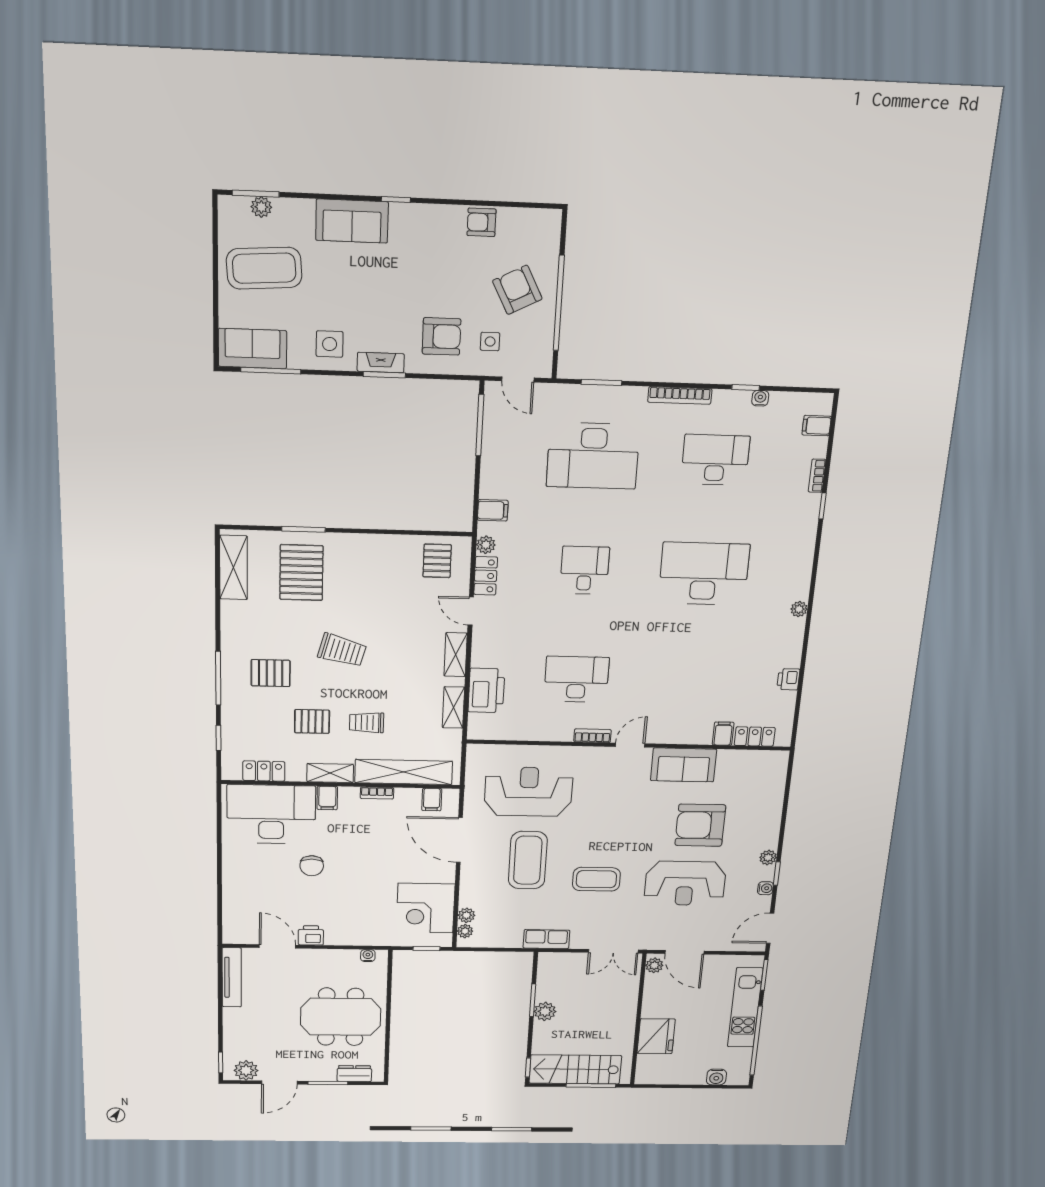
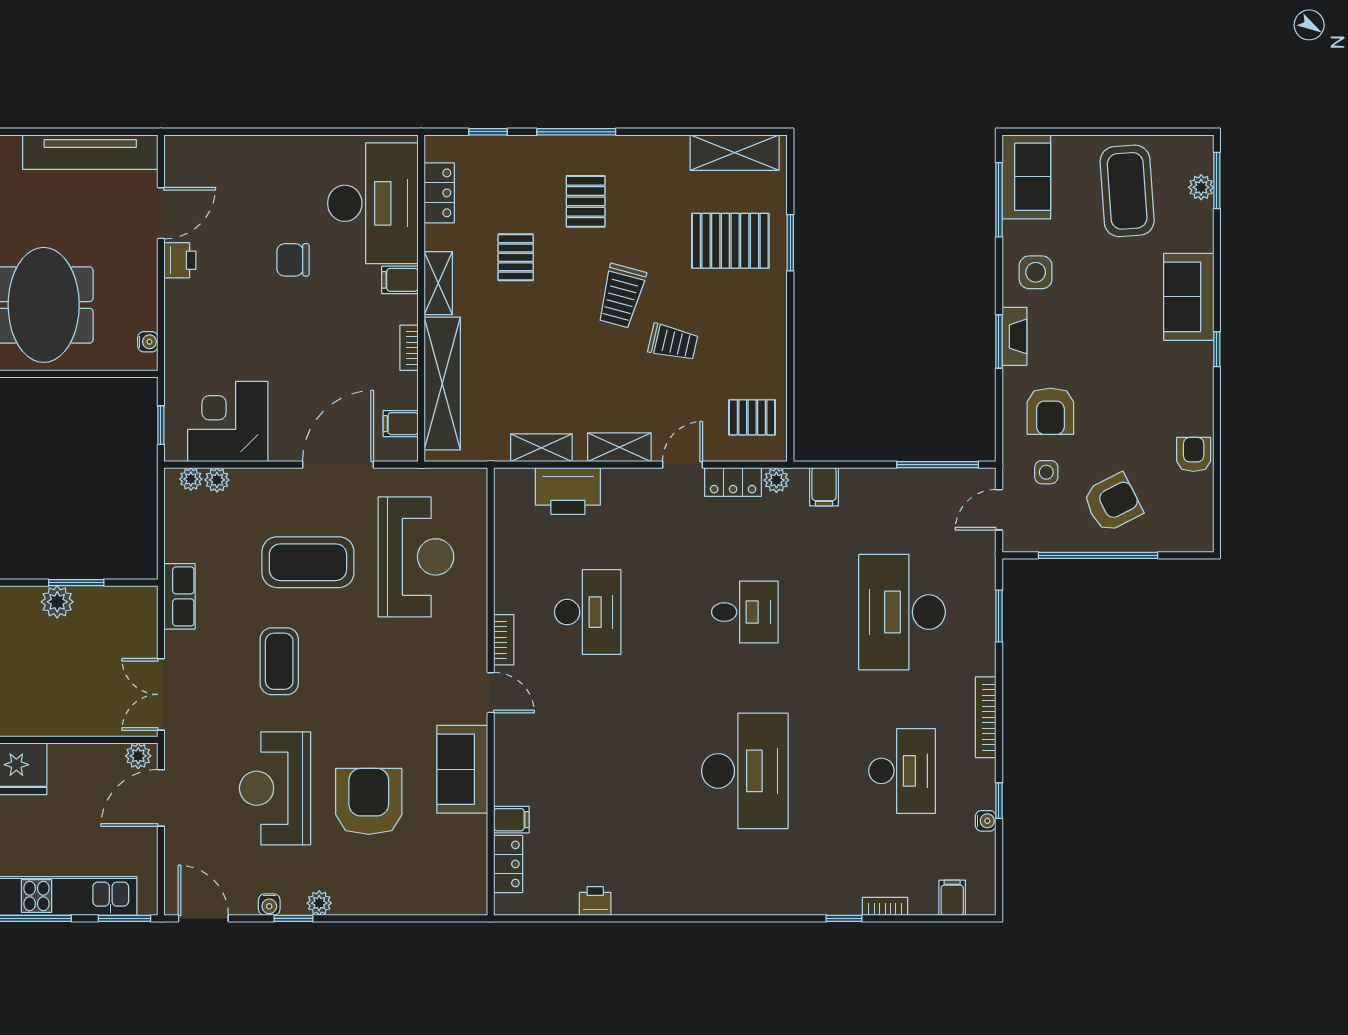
plant: (799, 609) -> (698, 904), removed
trolley: (367, 723) -> (673, 342), moved, turned 103
tv unit: (232, 977) -> (90, 152), width x1.36, depth x1.29

